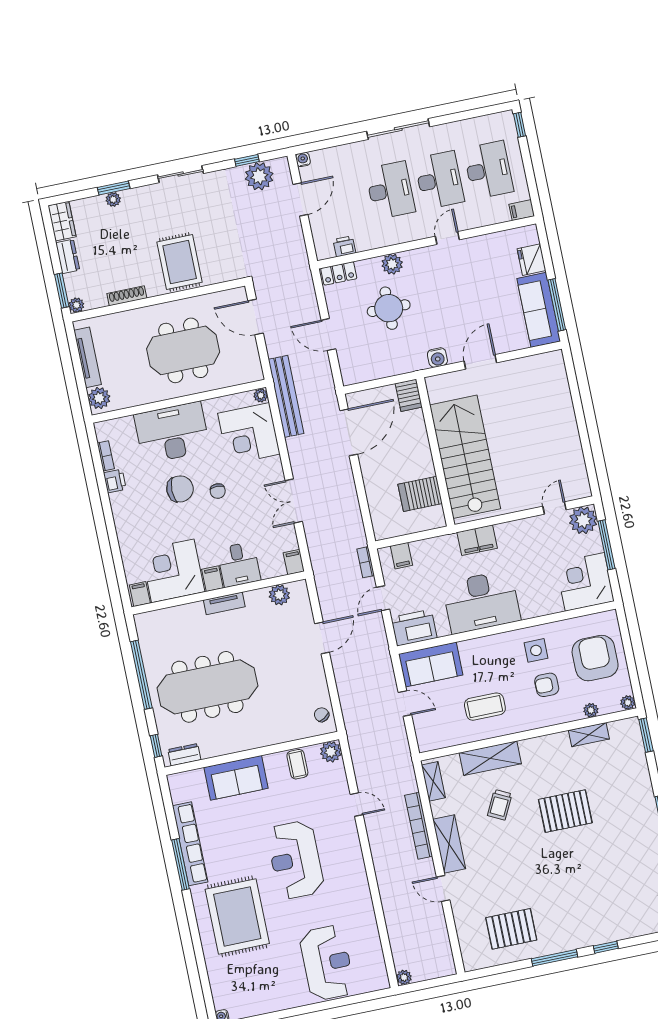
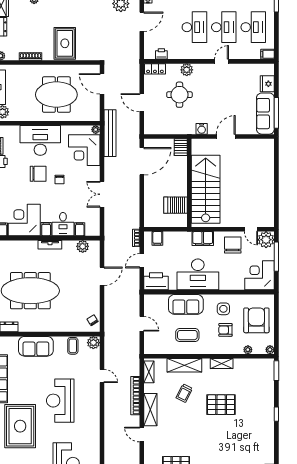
door: (555, 508) -> (251, 229), swing flipped
chair: (530, 541) -> (233, 245), added
filing cabinet: (294, 562) -> (80, 229), moved
sofa: (431, 664) -> (186, 304), moved
shelving: (589, 735) -> (222, 363), moved

